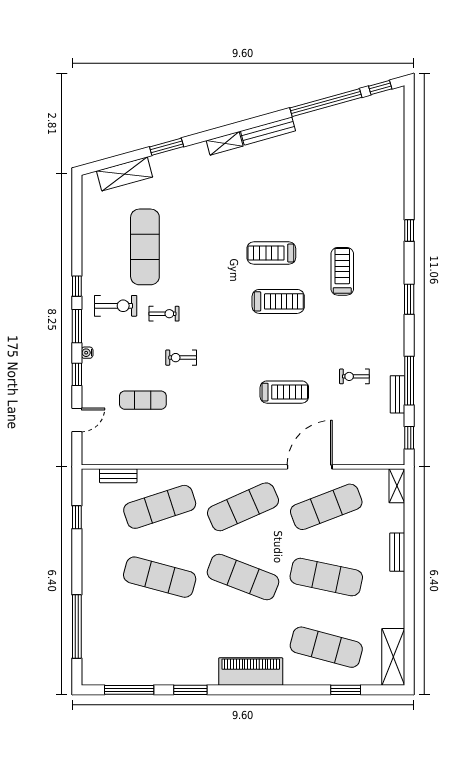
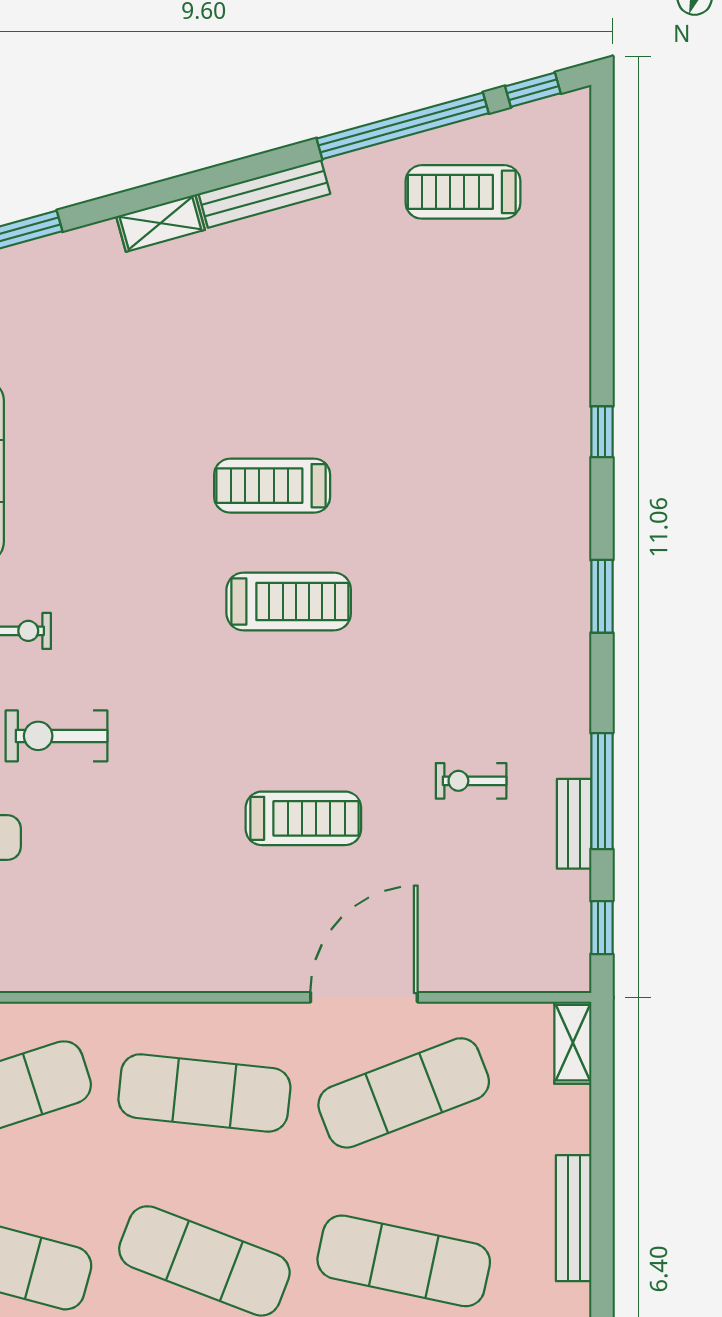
treadmill: (342, 271) -> (463, 192), moved, turned -90
exercise bike: (181, 358) -> (56, 736), width x1.38, depth x1.39
exercise mat: (243, 507) -> (204, 1093), turned 30
bench: (397, 552) -> (574, 1218), width x1.36

